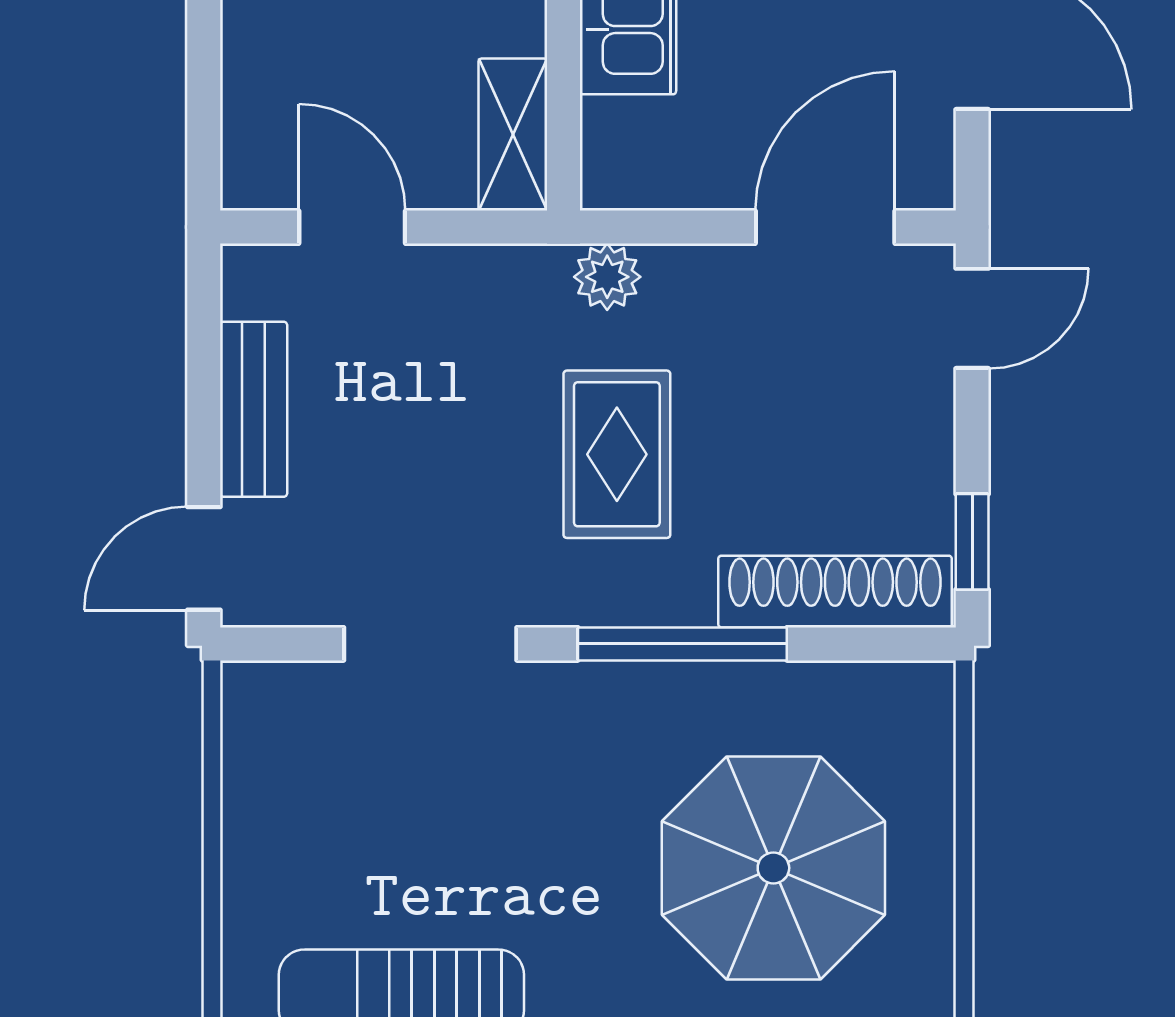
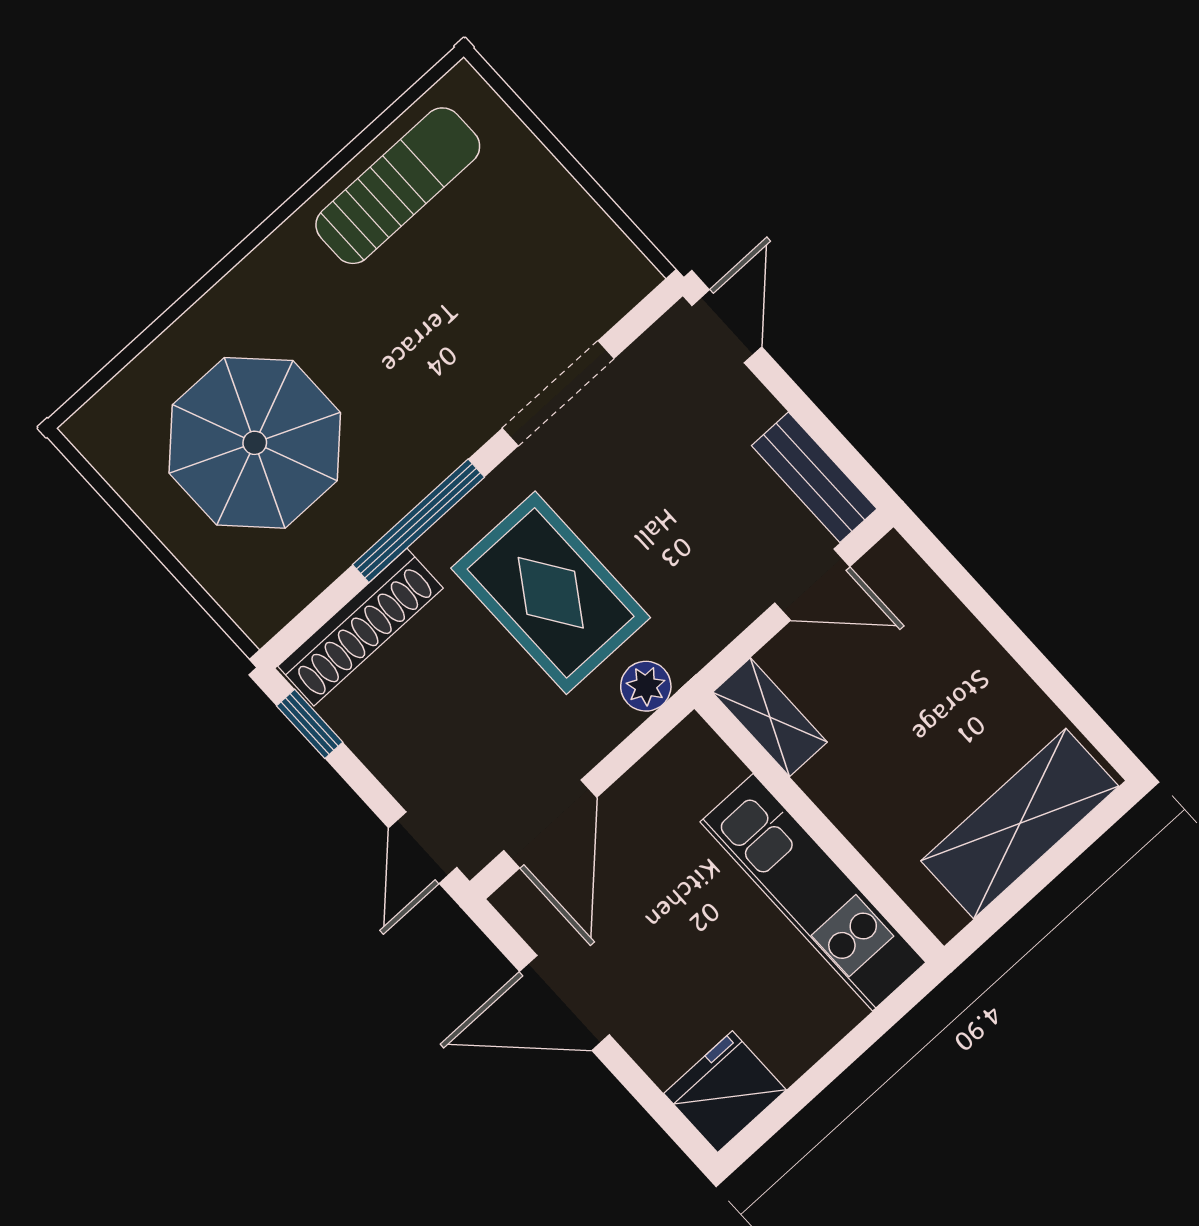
bench: (254, 409) -> (814, 477), moved
rug: (617, 454) -> (551, 593), width x1.36, depth x1.43

